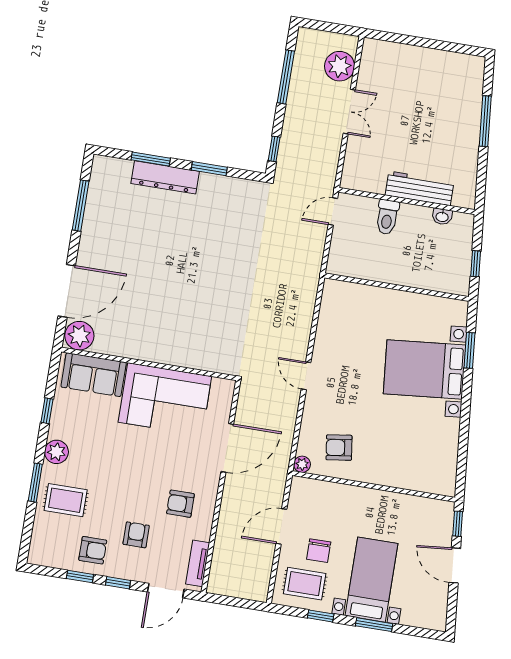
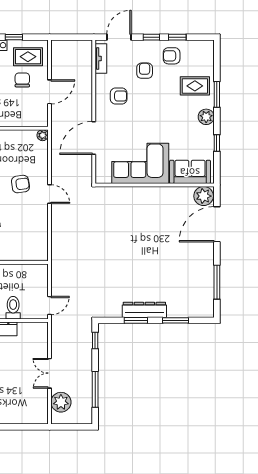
dresser: (165, 177) -> (144, 310), moved
armchair: (339, 448) -> (20, 184), moved
armchair: (136, 535) -> (145, 71), turned 180

